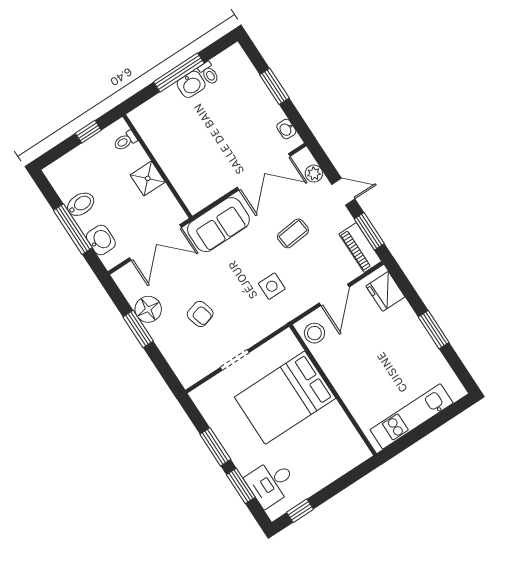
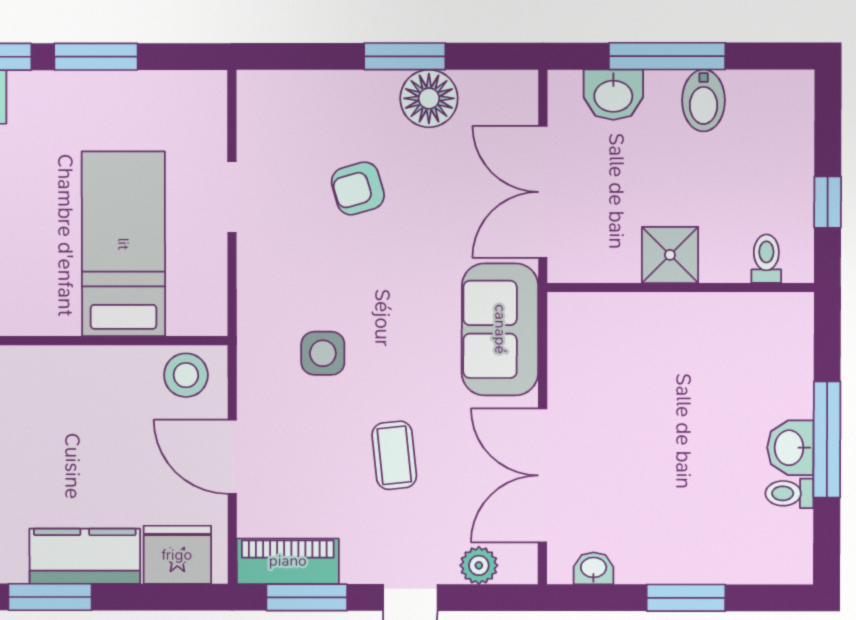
kitchen counter: (409, 327) -> (85, 556), added
bed: (285, 398) -> (123, 244), width x0.67

